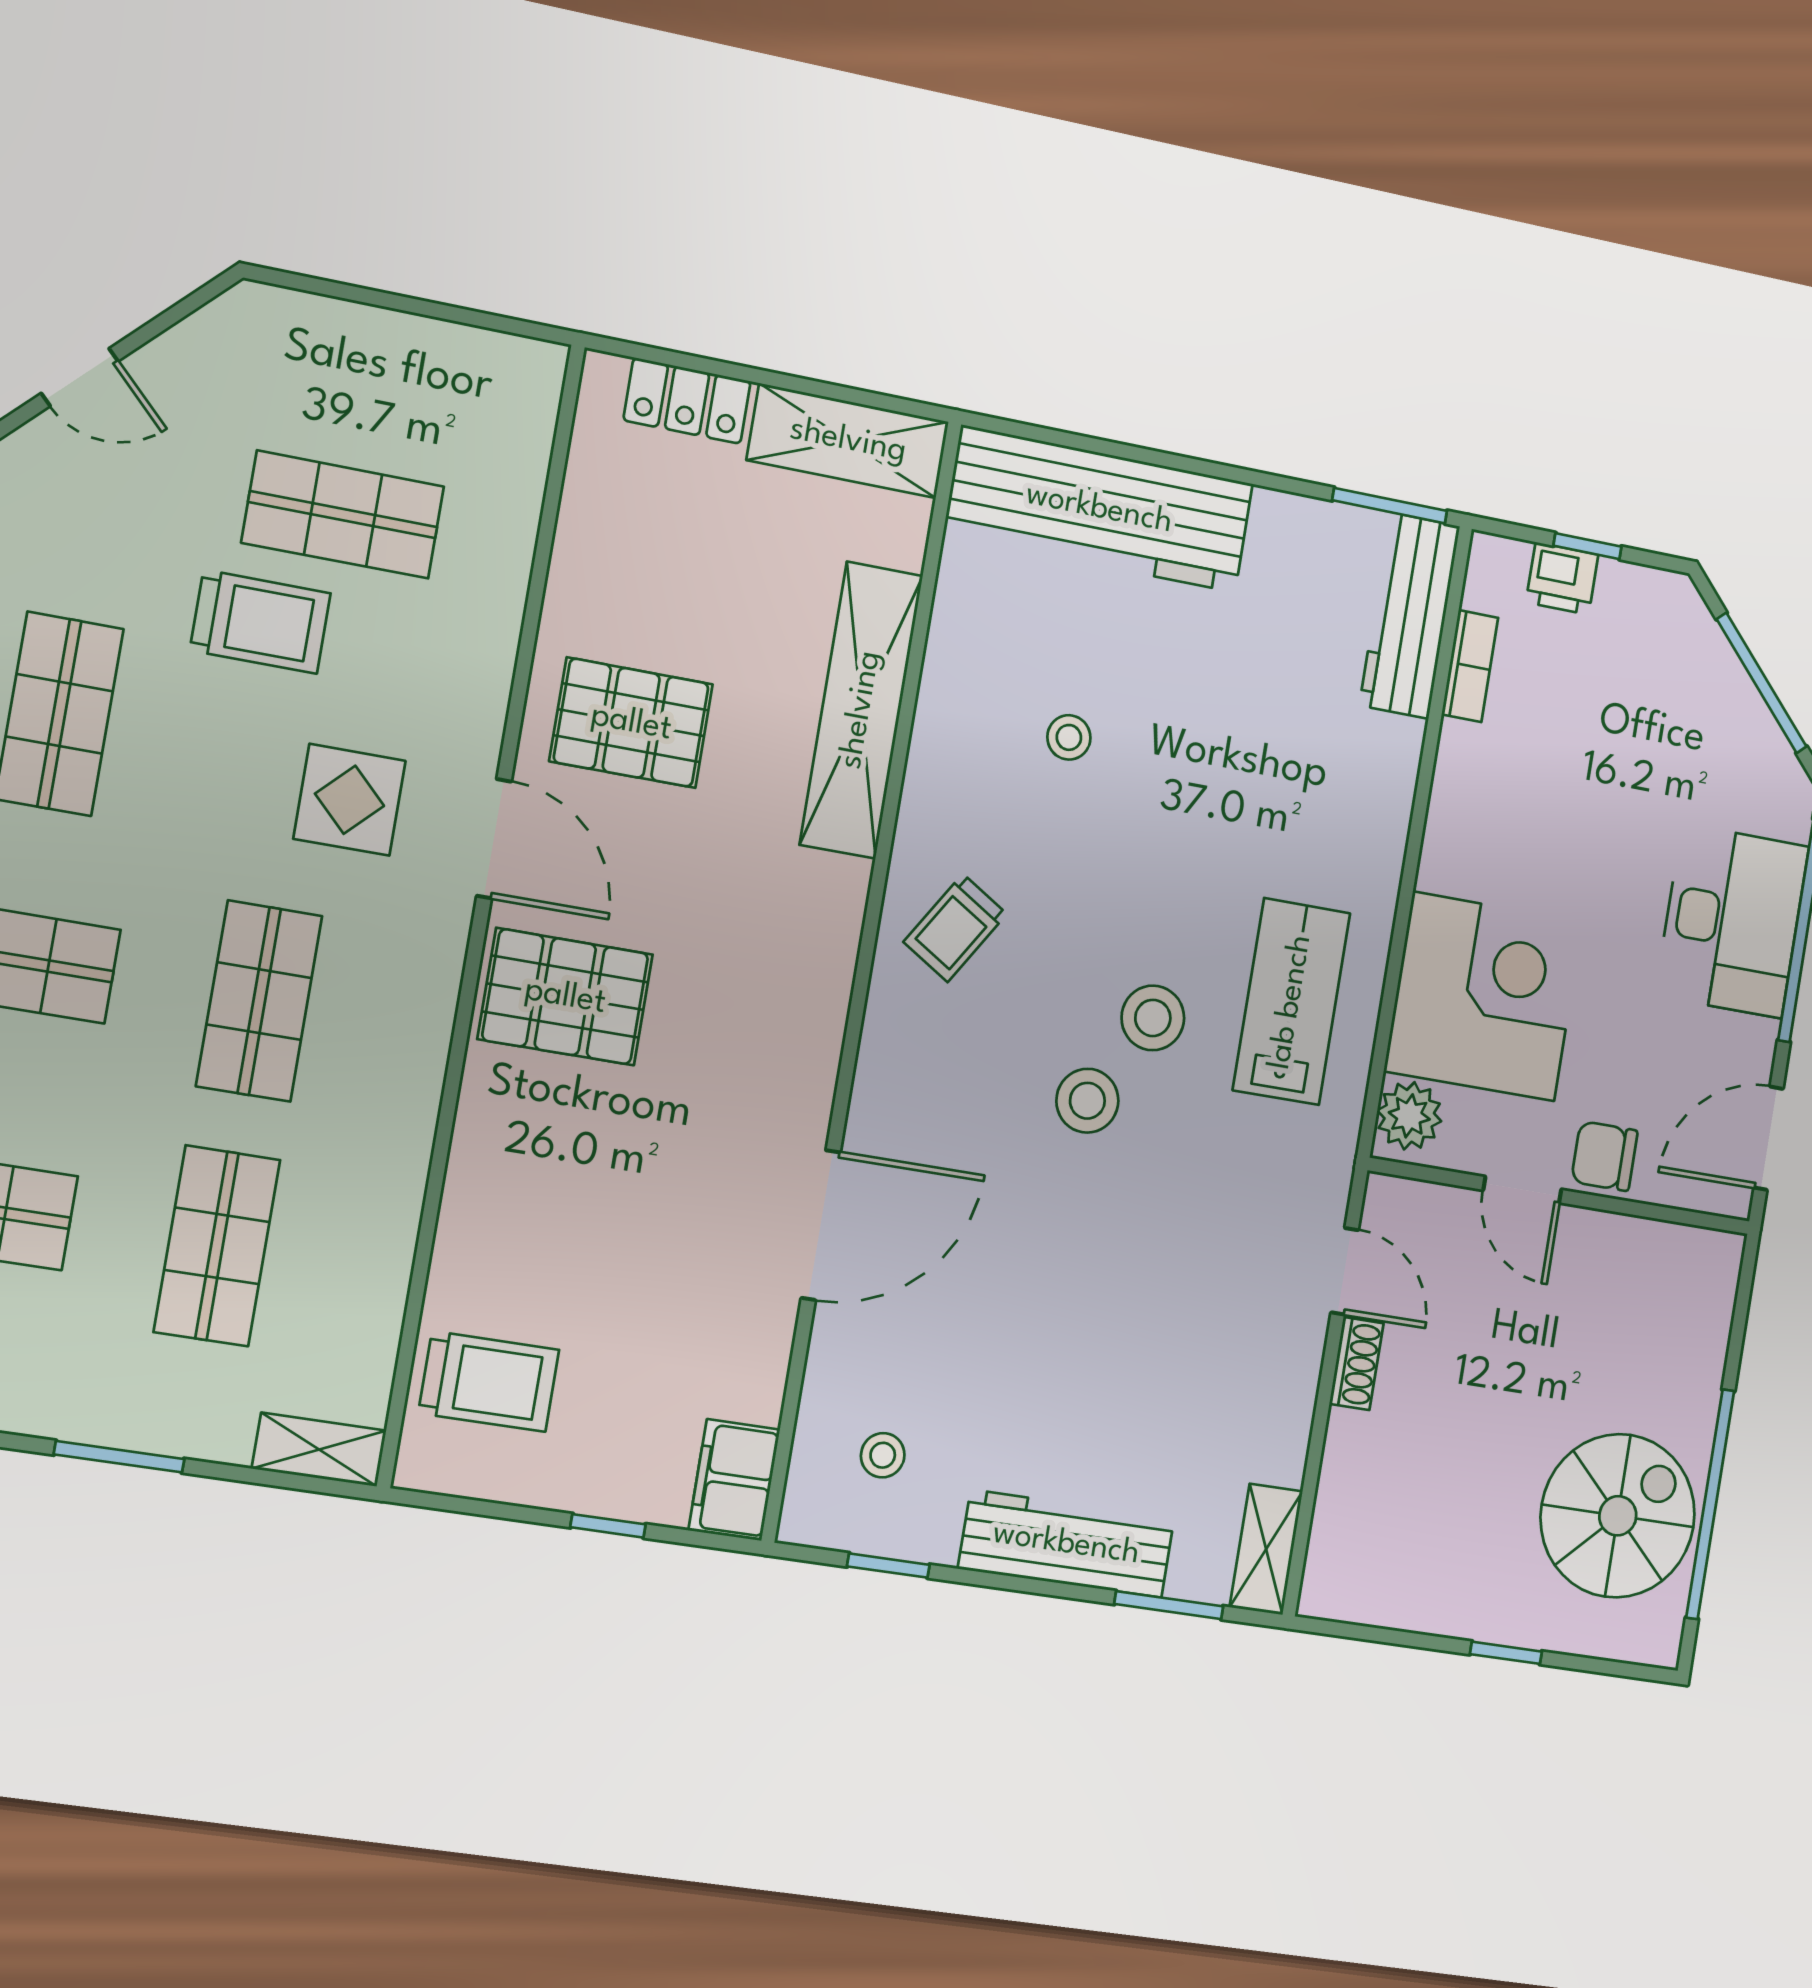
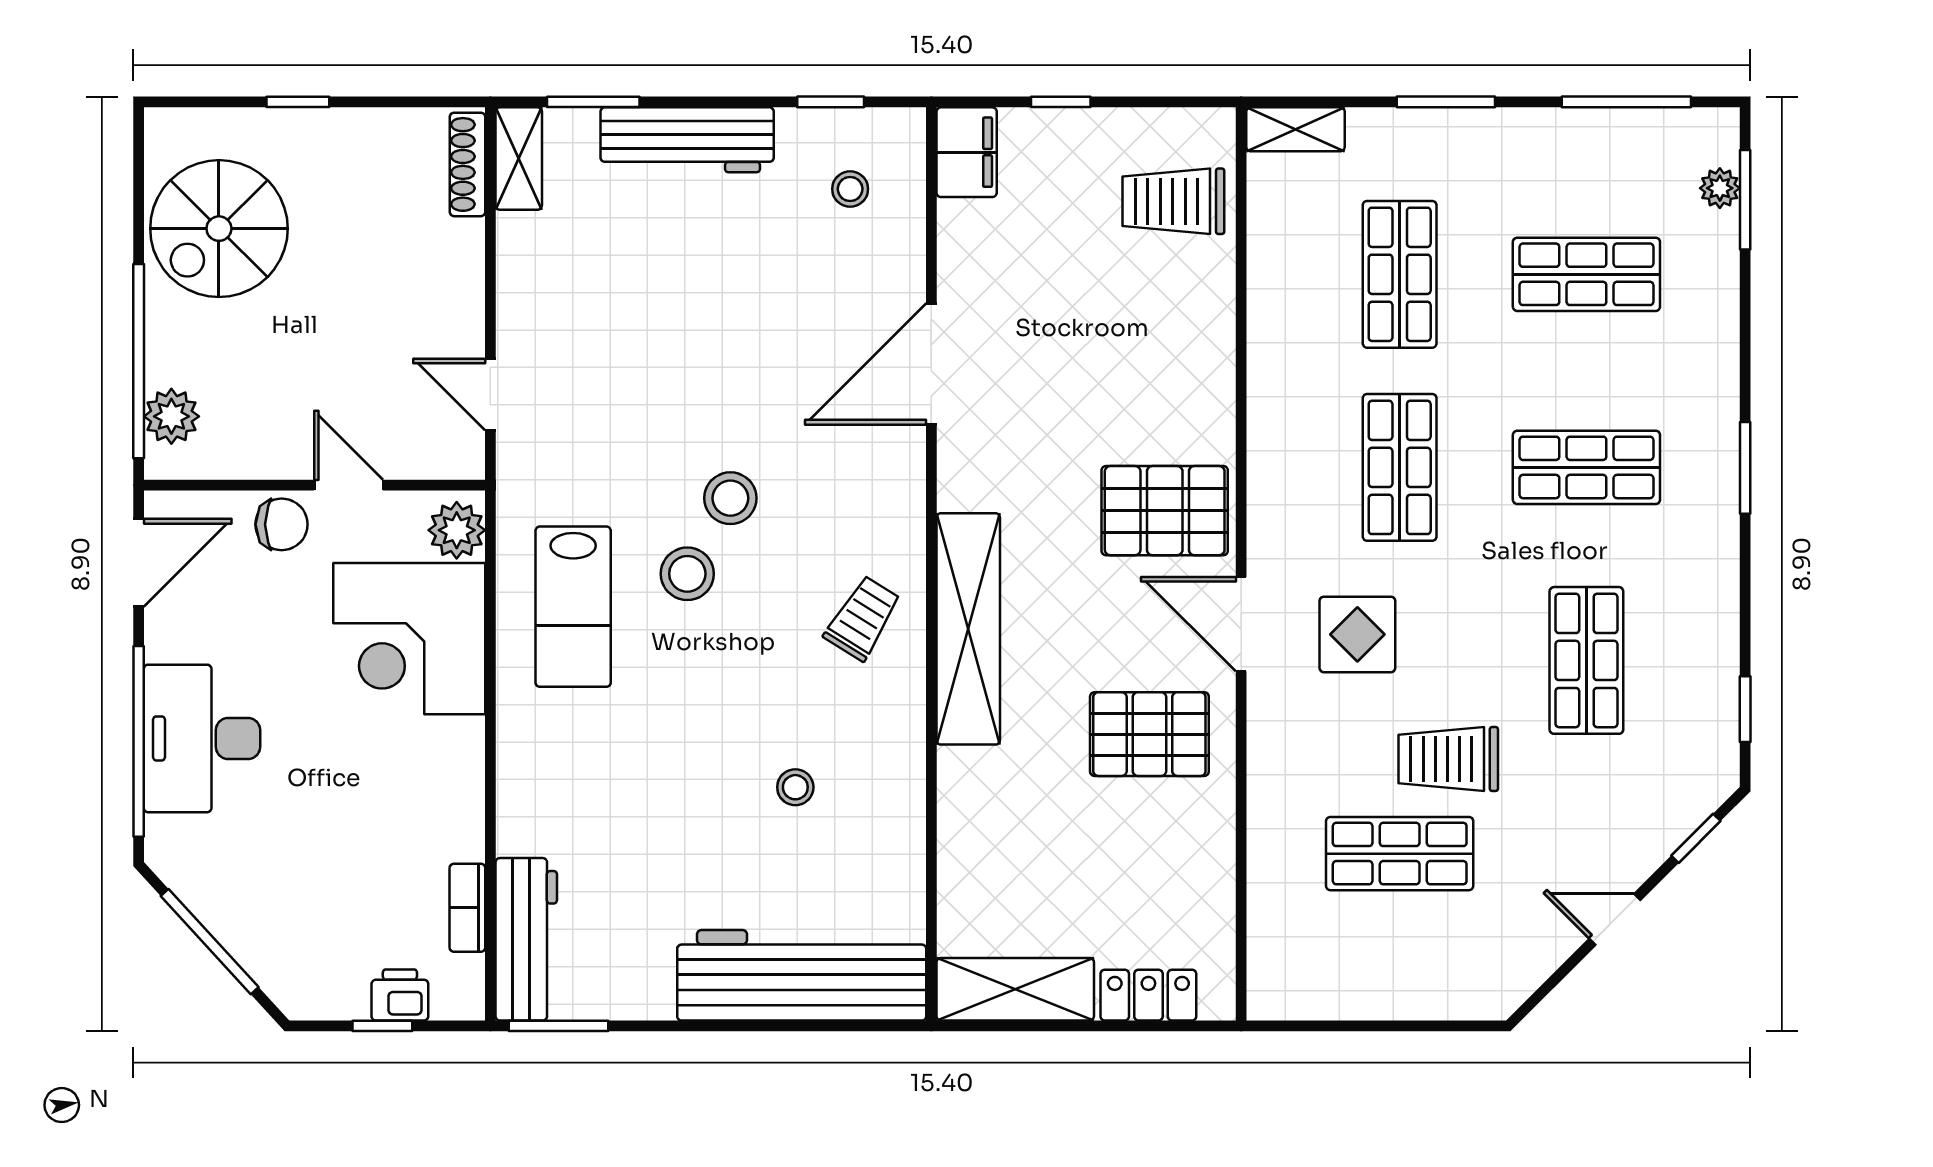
shelving: (861, 710) -> (968, 629), moved
plant: (1705, 1303) -> (171, 416), added
shoe rack: (1356, 1364) -> (467, 164), moved, width x1.43
window: (1710, 1504) -> (139, 361), moved

